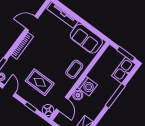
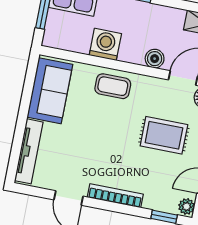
rug: (40, 82) -> (164, 135), turned 90
washing machine: (87, 86) -> (105, 44), moved

